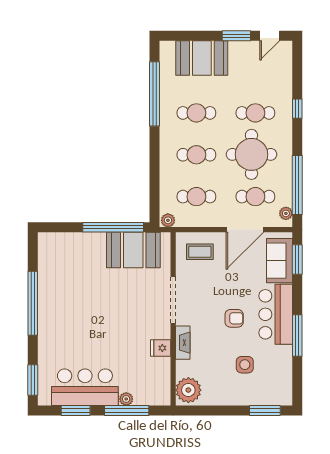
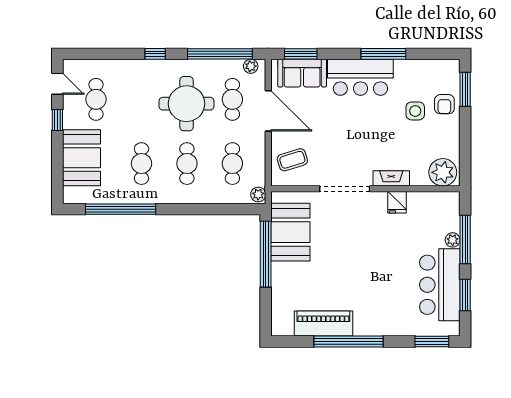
window: (236, 36) -> (57, 120), width x0.67
window: (297, 109) -> (155, 54), moved
cafe table: (255, 113) -> (96, 99), moved
coffee table: (200, 252) -> (292, 160), turned 73
piano: (49, 280) -> (323, 324), added
armchair: (234, 318) -> (444, 104), moved, turned 180

